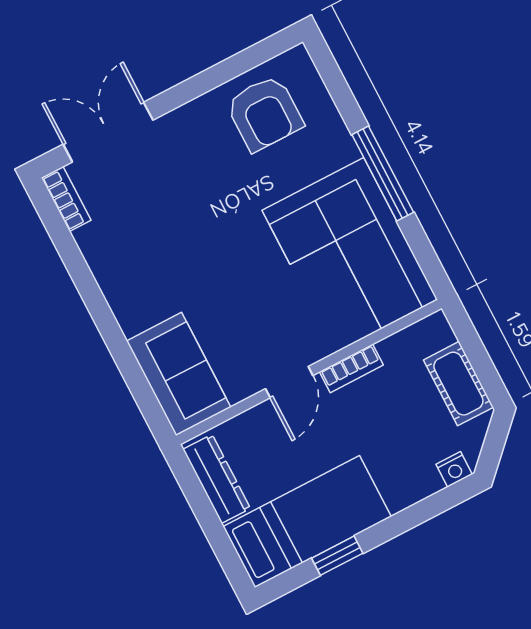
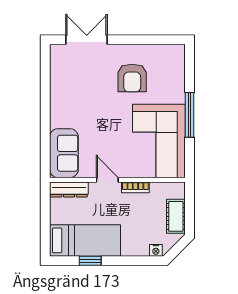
armchair: (265, 113) -> (132, 78), moved
bookcase: (66, 199) -> (55, 58), removed
door: (289, 382) -> (107, 180), swing flipped
dresser: (217, 479) -> (69, 189), moved, turned 90

